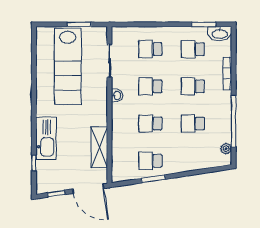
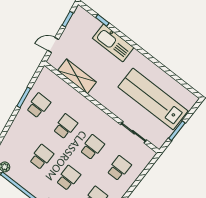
washbasin: (117, 95) -> (104, 118), removed
door: (88, 189) -> (53, 45), width x0.53

